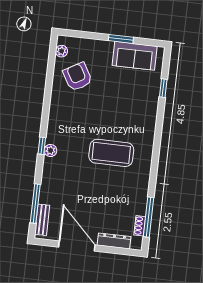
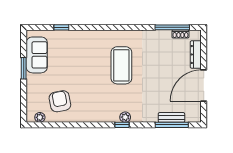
armchair: (78, 77) -> (60, 101), turned 109
bench: (42, 220) -> (171, 117), moved

